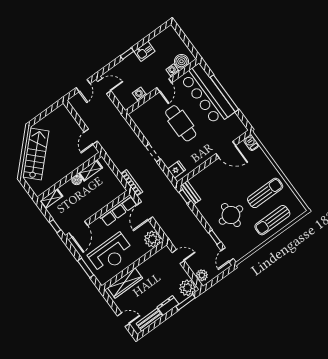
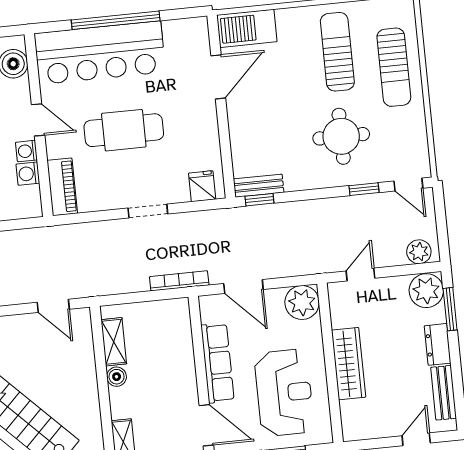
washing machine: (173, 70) -> (26, 151), moved
piano: (142, 111) -> (62, 187), added
barbecue: (251, 143) -> (247, 28), width x1.88, depth x1.53
row of seats: (118, 210) -> (218, 363), moved
wardrobe: (125, 283) -> (349, 364), moved

